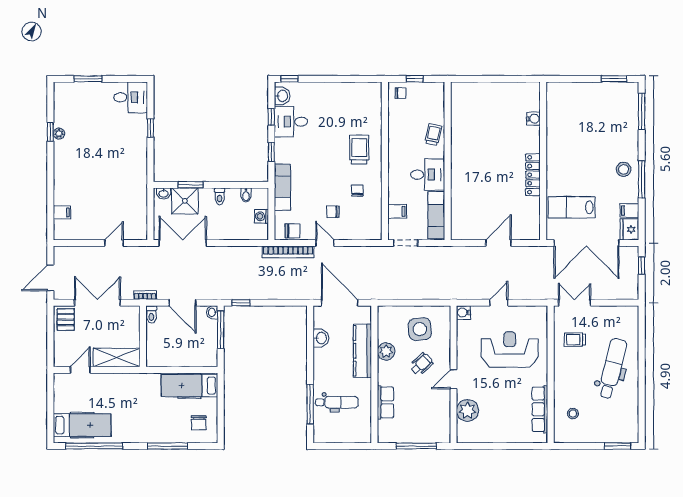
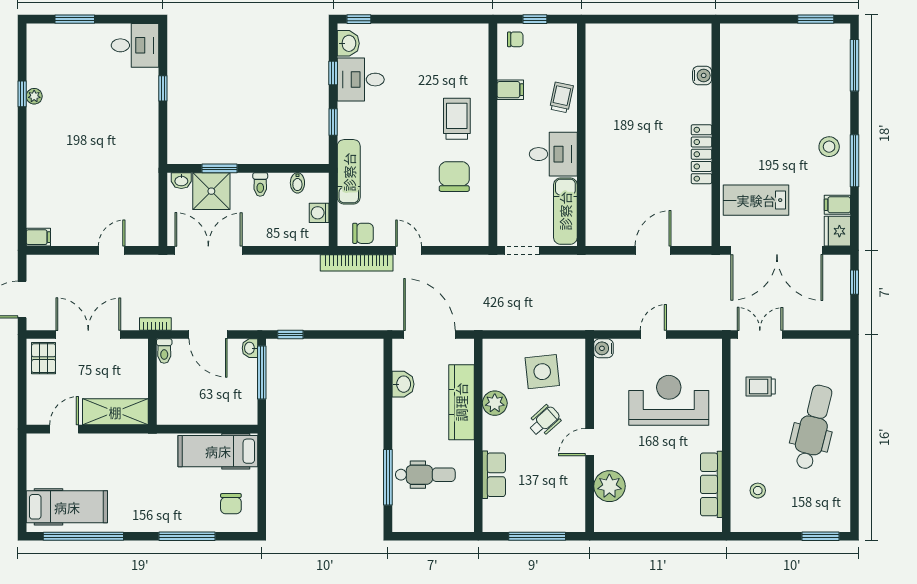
chair: (357, 191) -> (454, 177), width x1.87, depth x1.87
filing cabinet: (397, 211) -> (510, 90), moved
filing cabinet: (62, 212) -> (38, 237), moved
chair: (333, 212) -> (420, 206), removed

